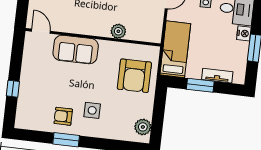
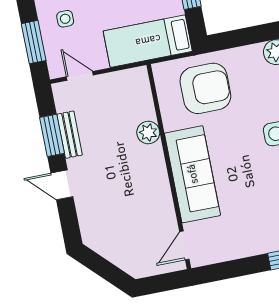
sofa: (76, 49) -> (192, 174), width x1.36

